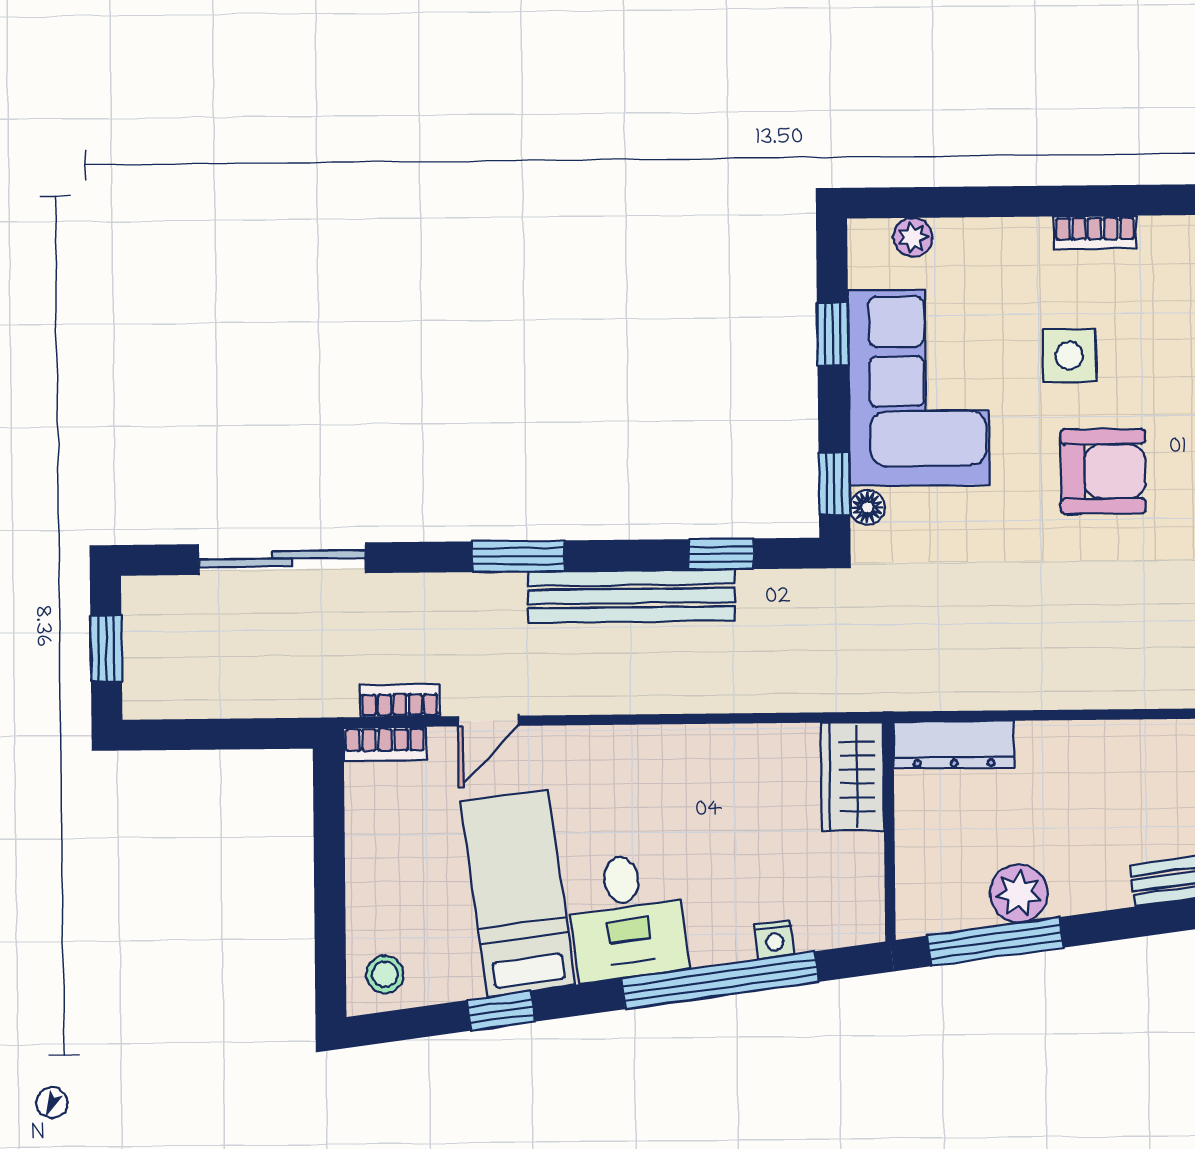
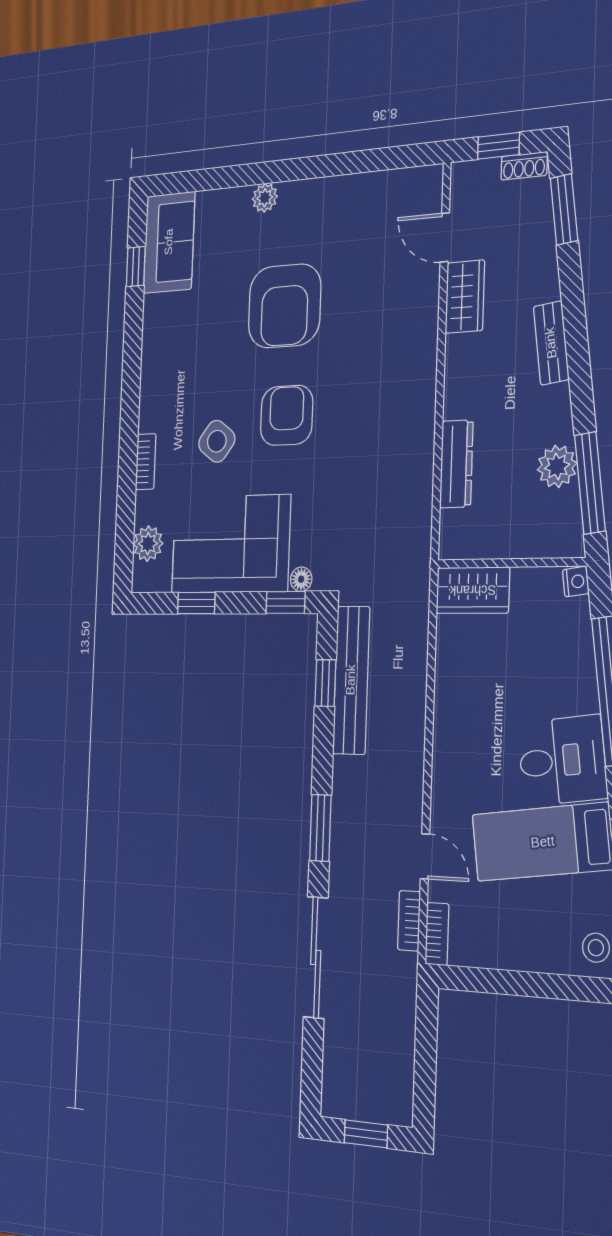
bookcase: (1095, 233) -> (146, 462), moved
plant: (913, 237) -> (148, 544), width x1.38, depth x1.38
side table: (1069, 356) -> (217, 441), turned 37
sliding door: (282, 559) -> (316, 957), moved
bench: (632, 596) -> (351, 680), moved
dresser: (954, 745) -> (456, 464), moved
nightstand: (774, 939) -> (576, 582), moved

